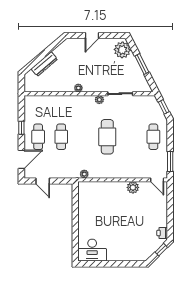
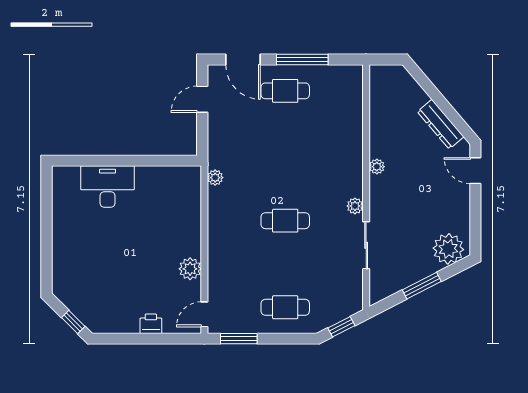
door: (92, 35) -> (475, 171), moved
dresser: (44, 64) -> (441, 124), moved
window: (21, 128) -> (302, 59), width x2.17
cafe table: (61, 137) -> (285, 134), removed
cafe table: (107, 137) -> (285, 221), width x0.73, depth x0.74
printer: (162, 233) -> (151, 324), moved
desk: (92, 250) -> (108, 187), moved, turned 90

